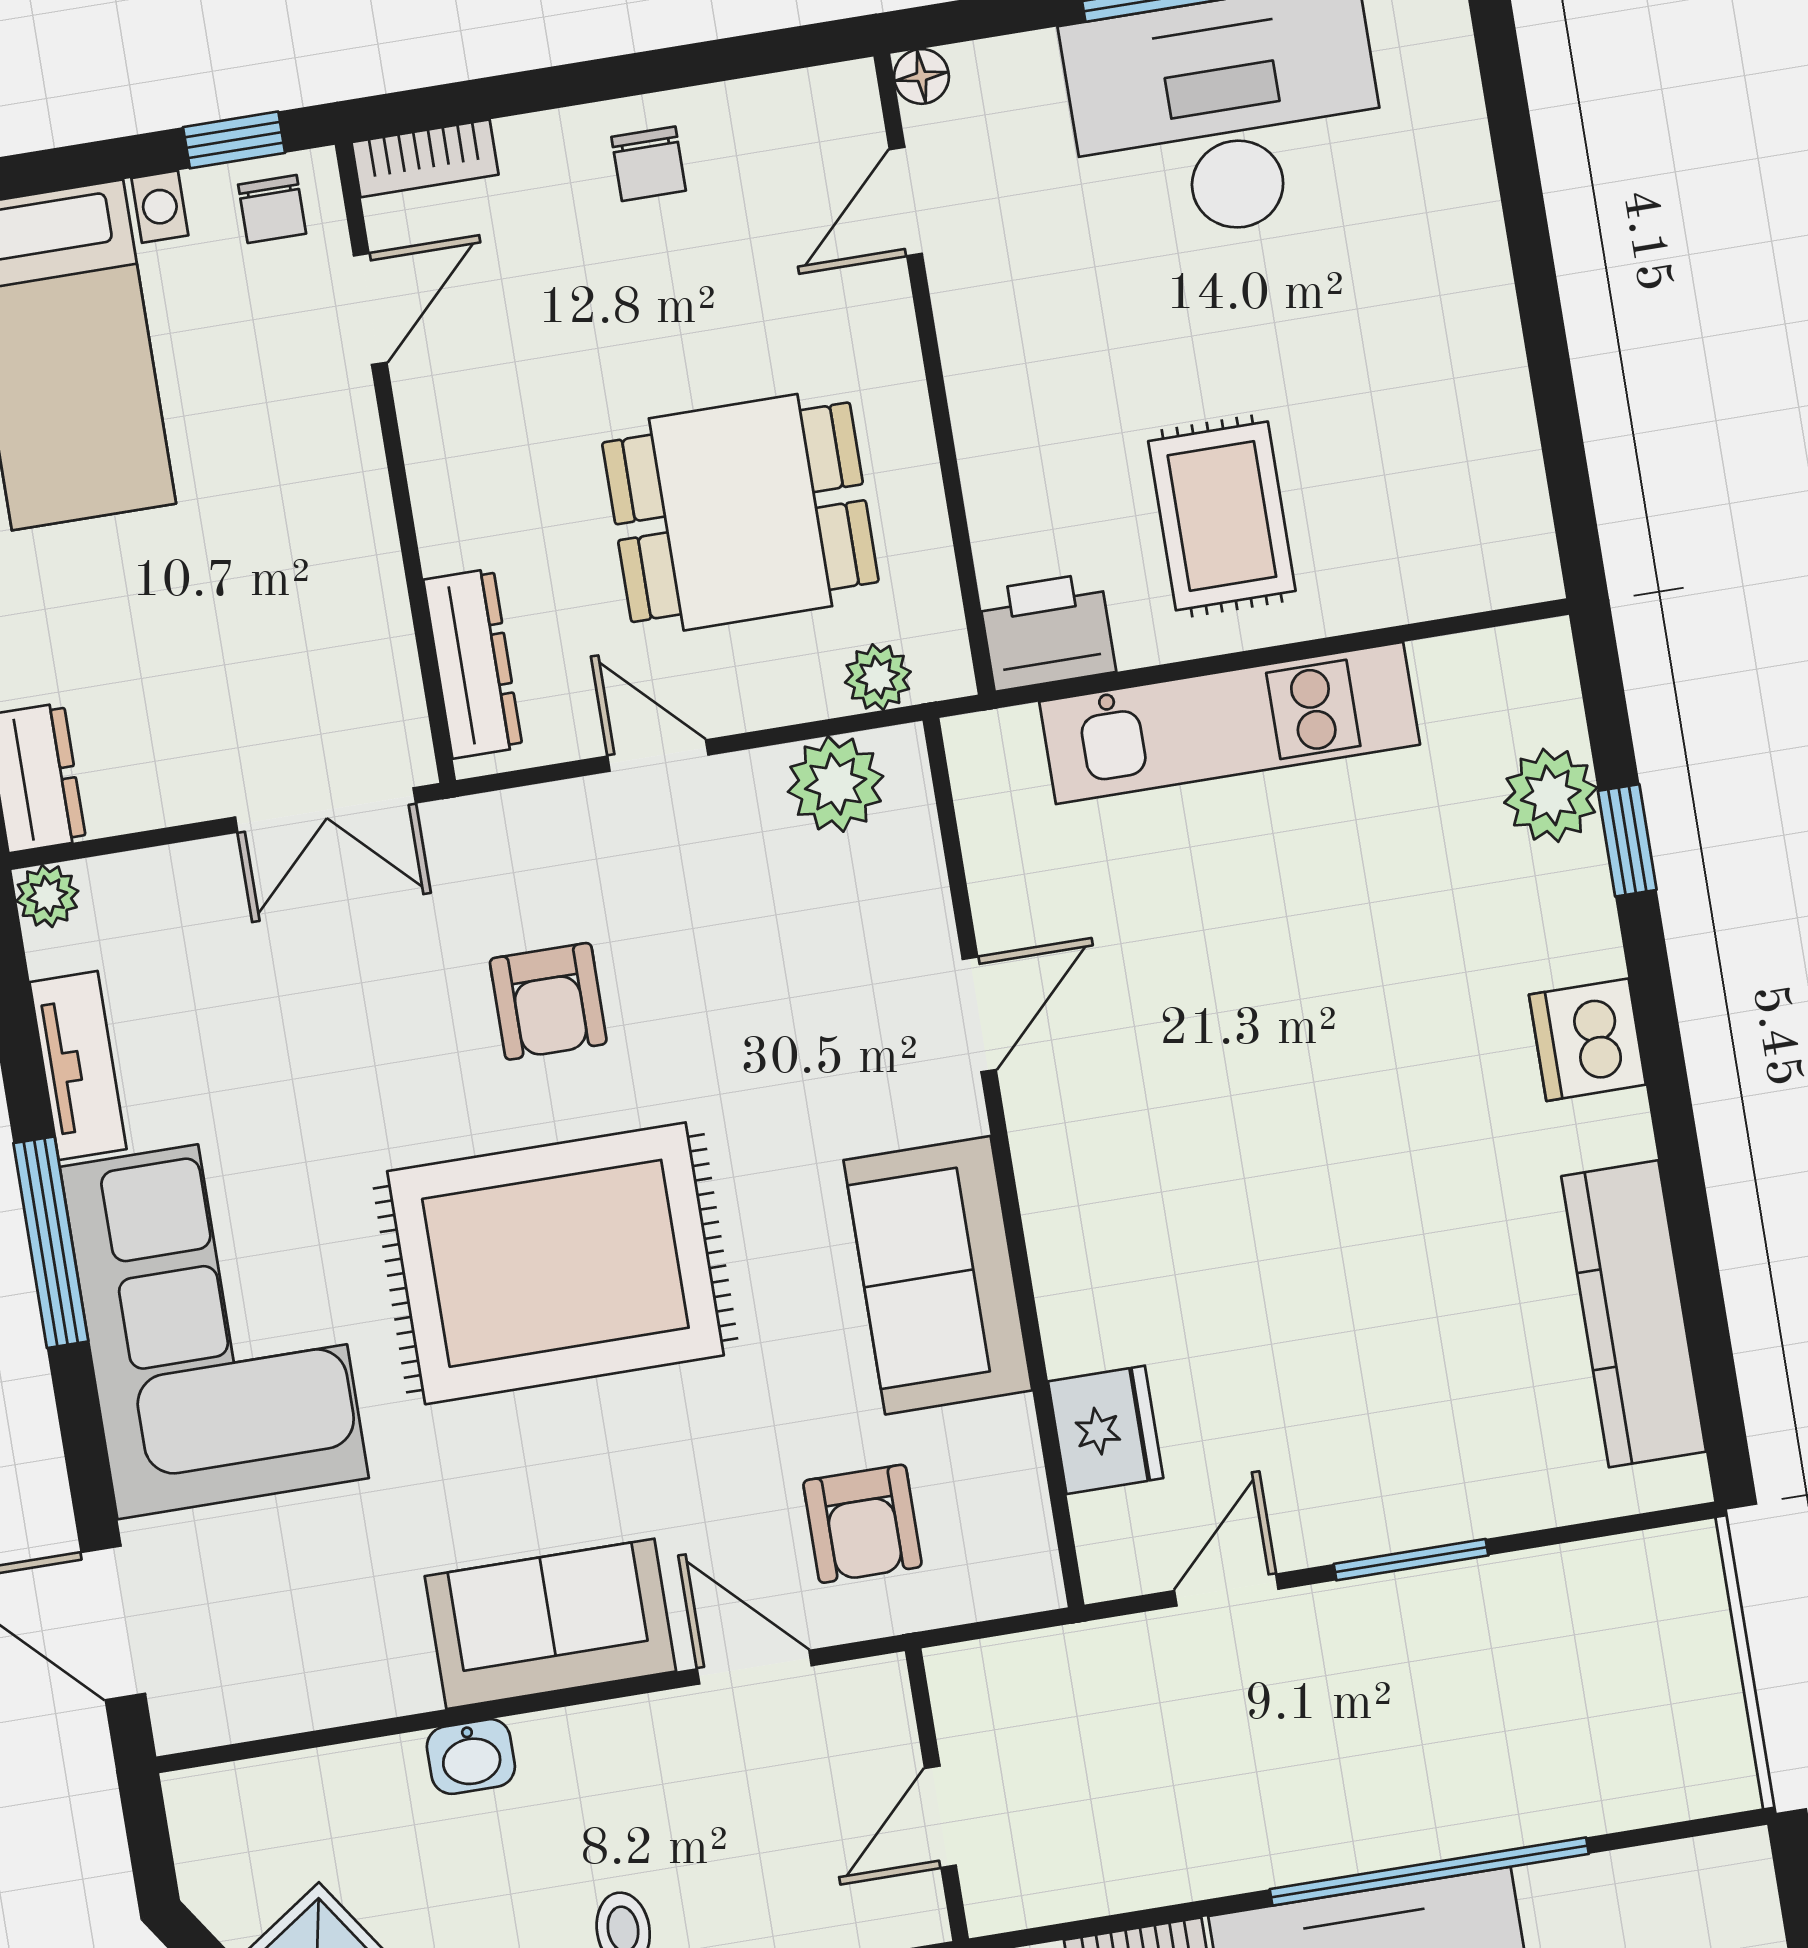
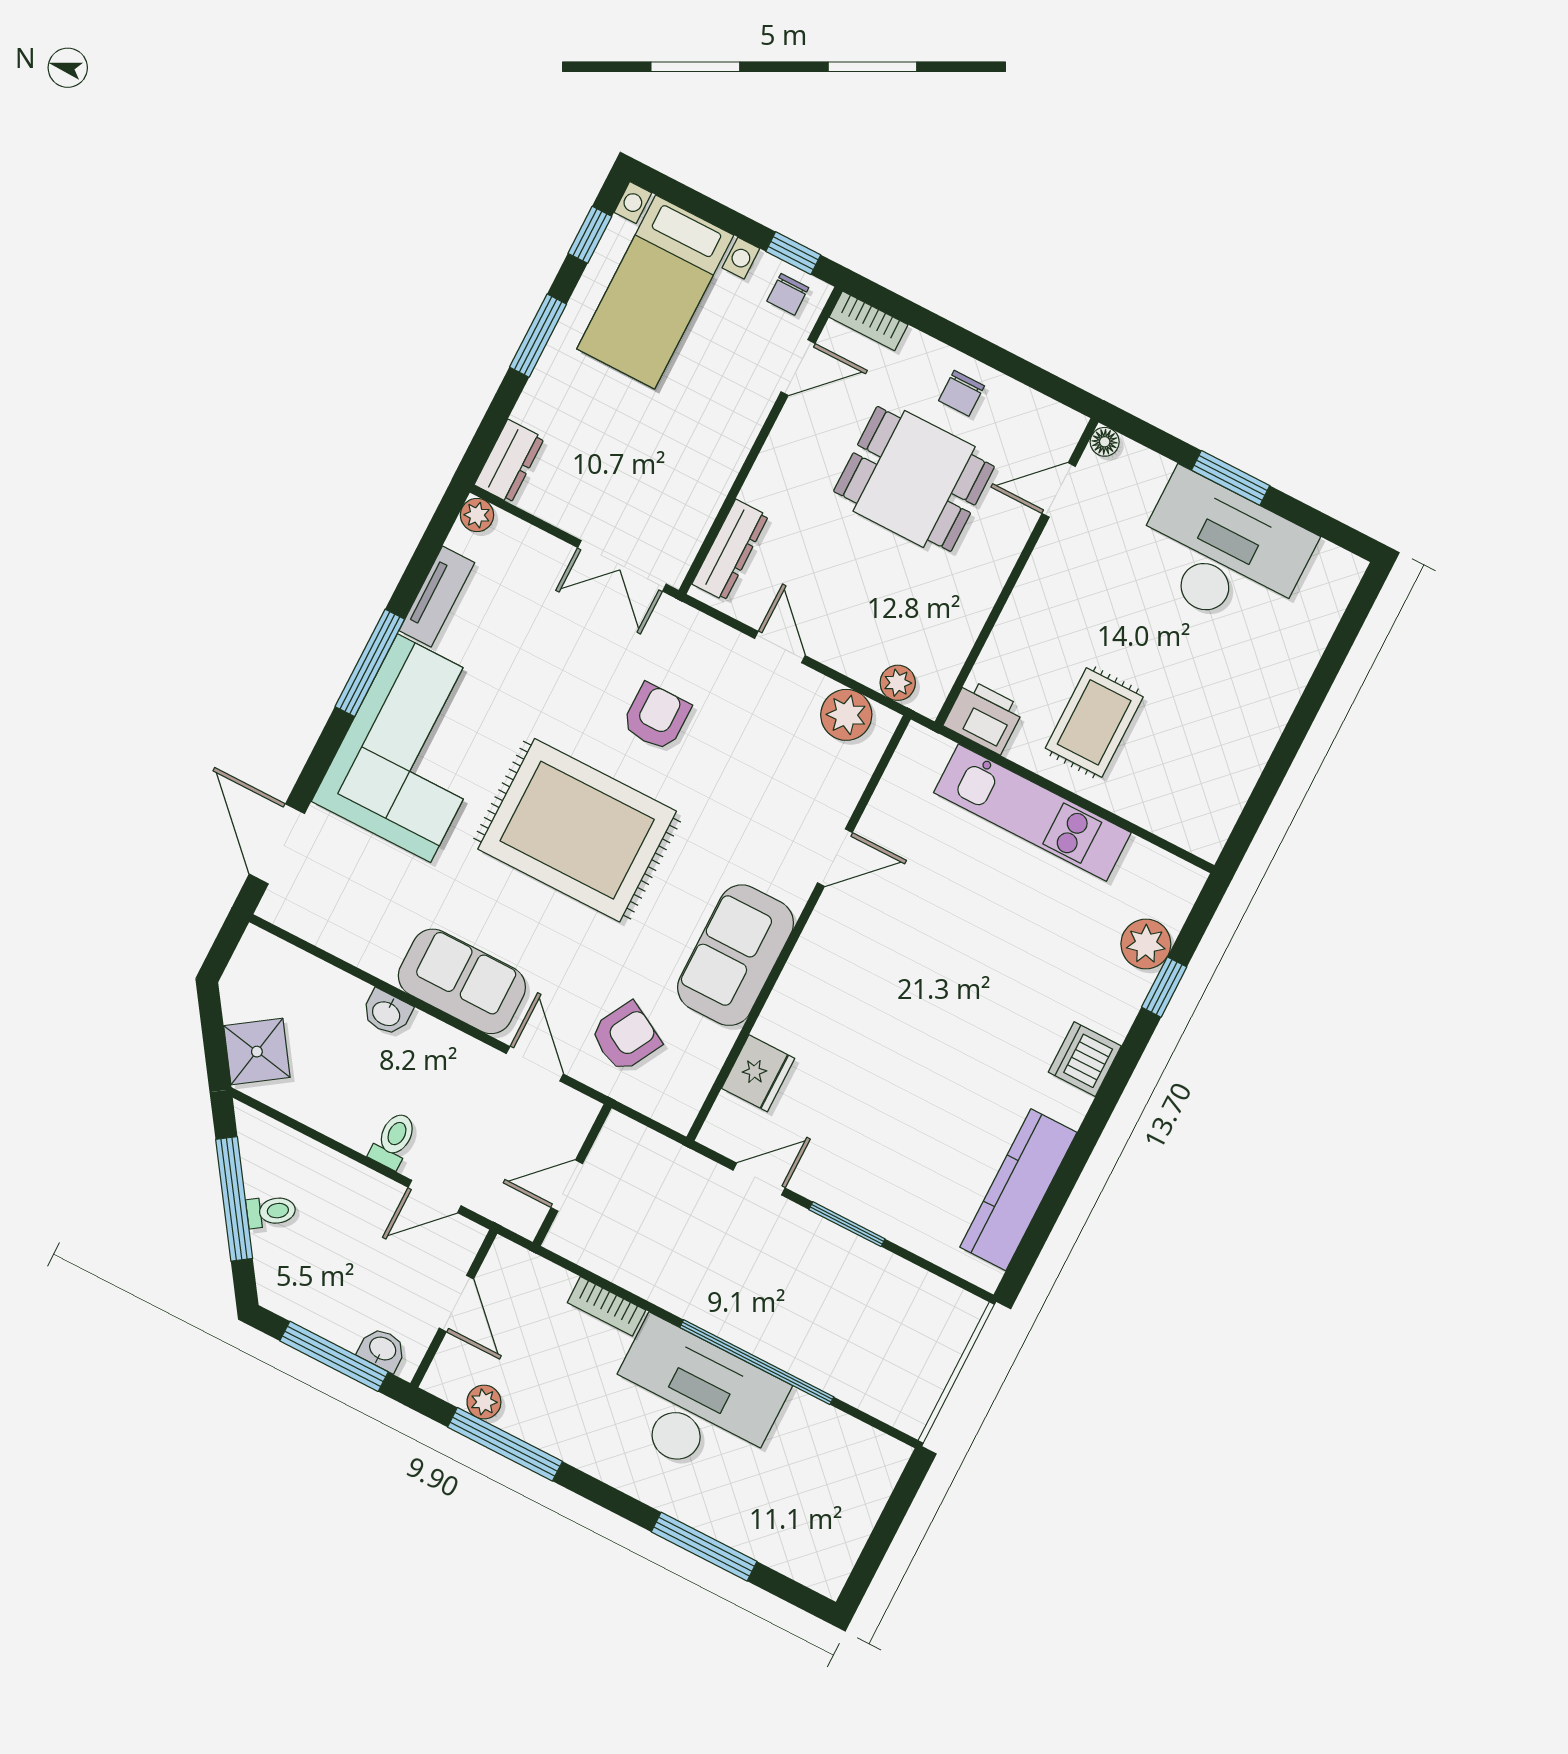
dining table: (740, 512) -> (914, 479), moved
armchair: (548, 1001) -> (656, 717), turned 180
armchair: (862, 1524) -> (626, 1037), turned -151

